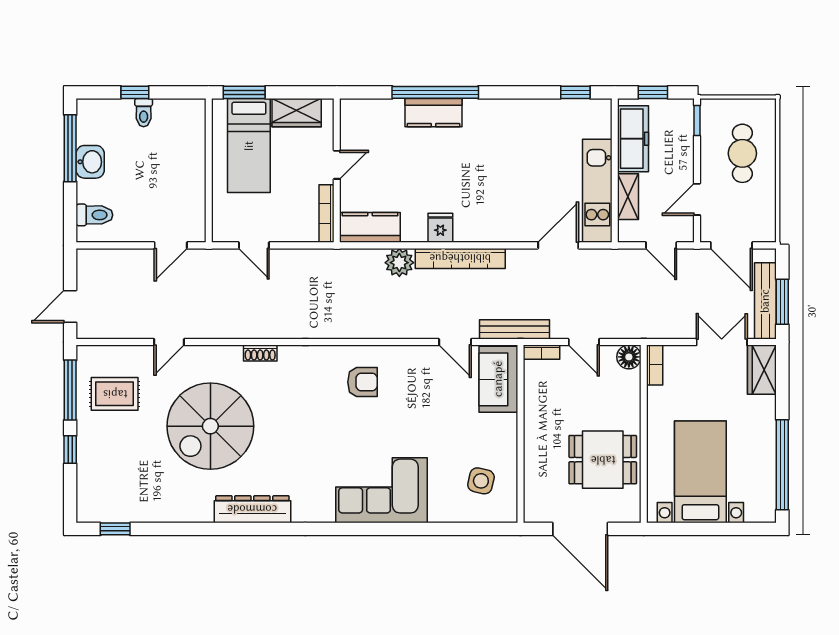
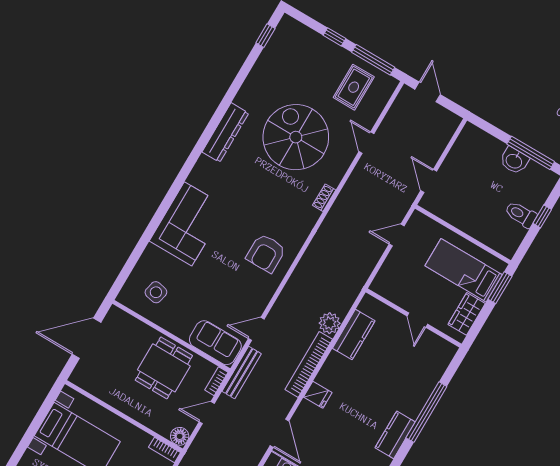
toilet: (144, 113) -> (521, 214), width x1.37, depth x1.39
kitchen counter: (434, 113) -> (395, 435), moved
bookcase: (326, 214) -> (389, 295), removed
toilet: (94, 215) -> (478, 143), removed
kitchen counter: (370, 227) -> (354, 334), moved
fridge: (440, 228) -> (318, 395), moved
armchair: (362, 382) -> (266, 253), width x1.38, depth x1.38
dining table: (603, 460) -> (164, 368), moved

